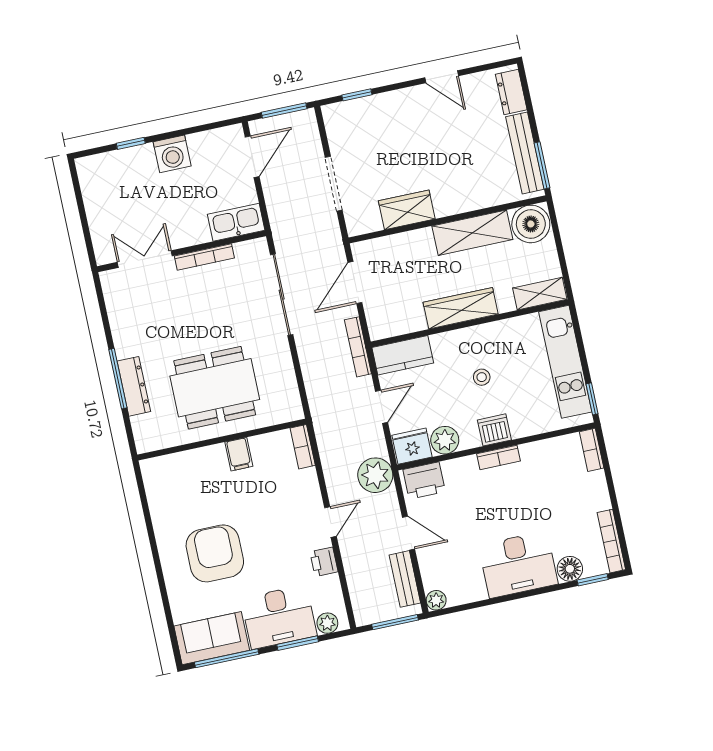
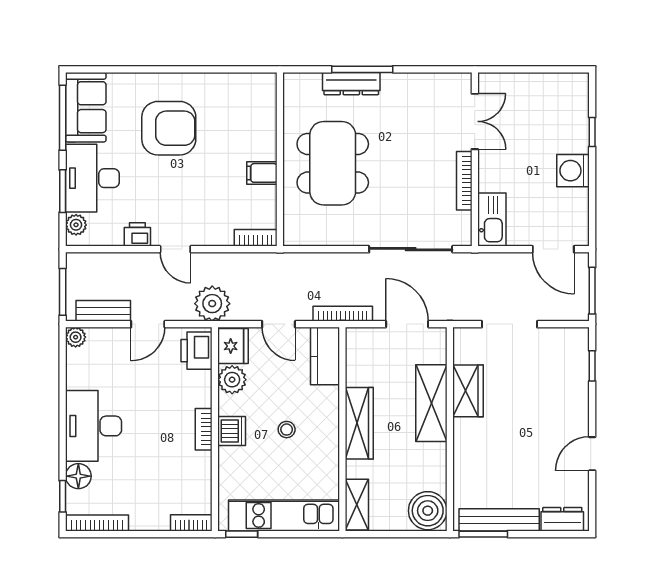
shelving: (472, 233) -> (431, 403), moved

